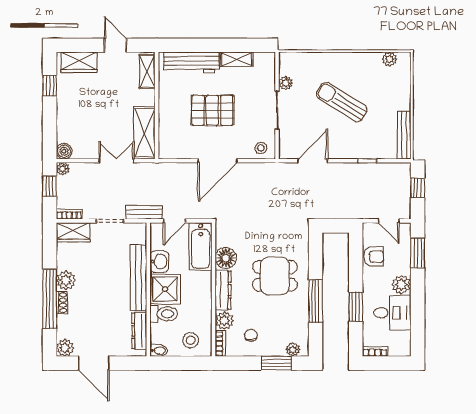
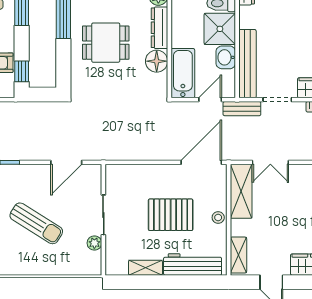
stool: (261, 148) -> (218, 217), moved
door: (218, 161) -> (201, 162), moved
window: (356, 248) -> (22, 71), added
bench: (138, 278) -> (248, 64), moved

